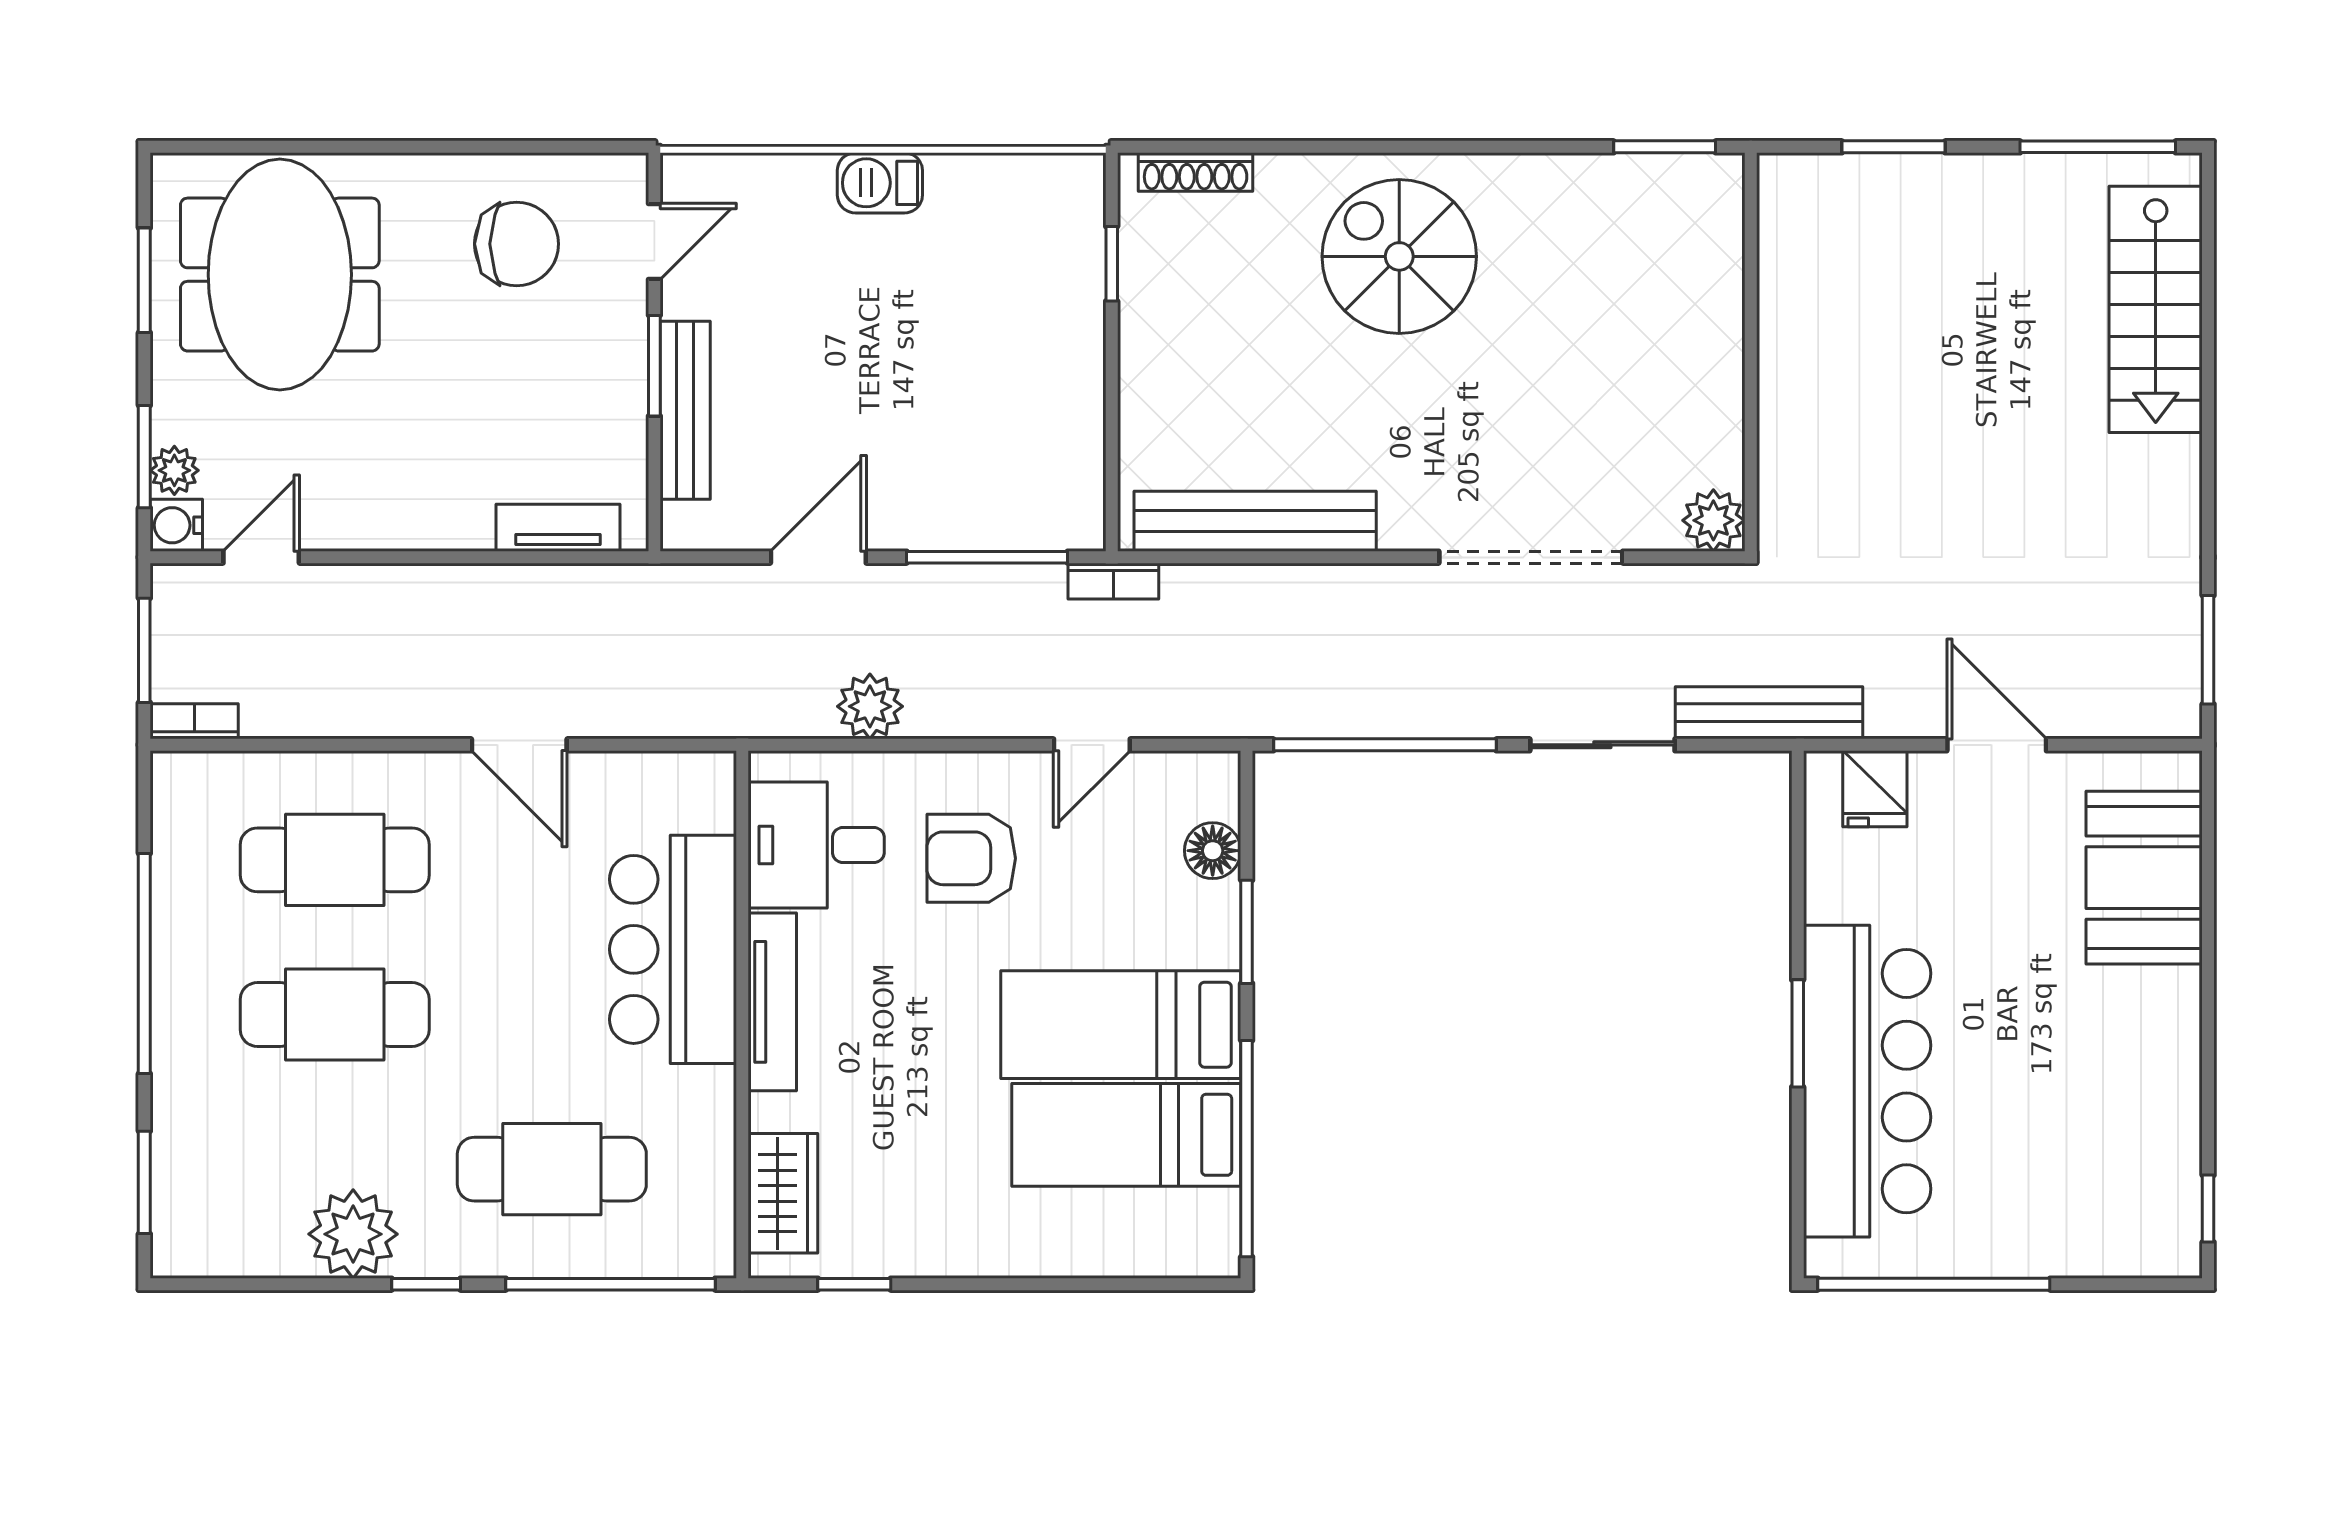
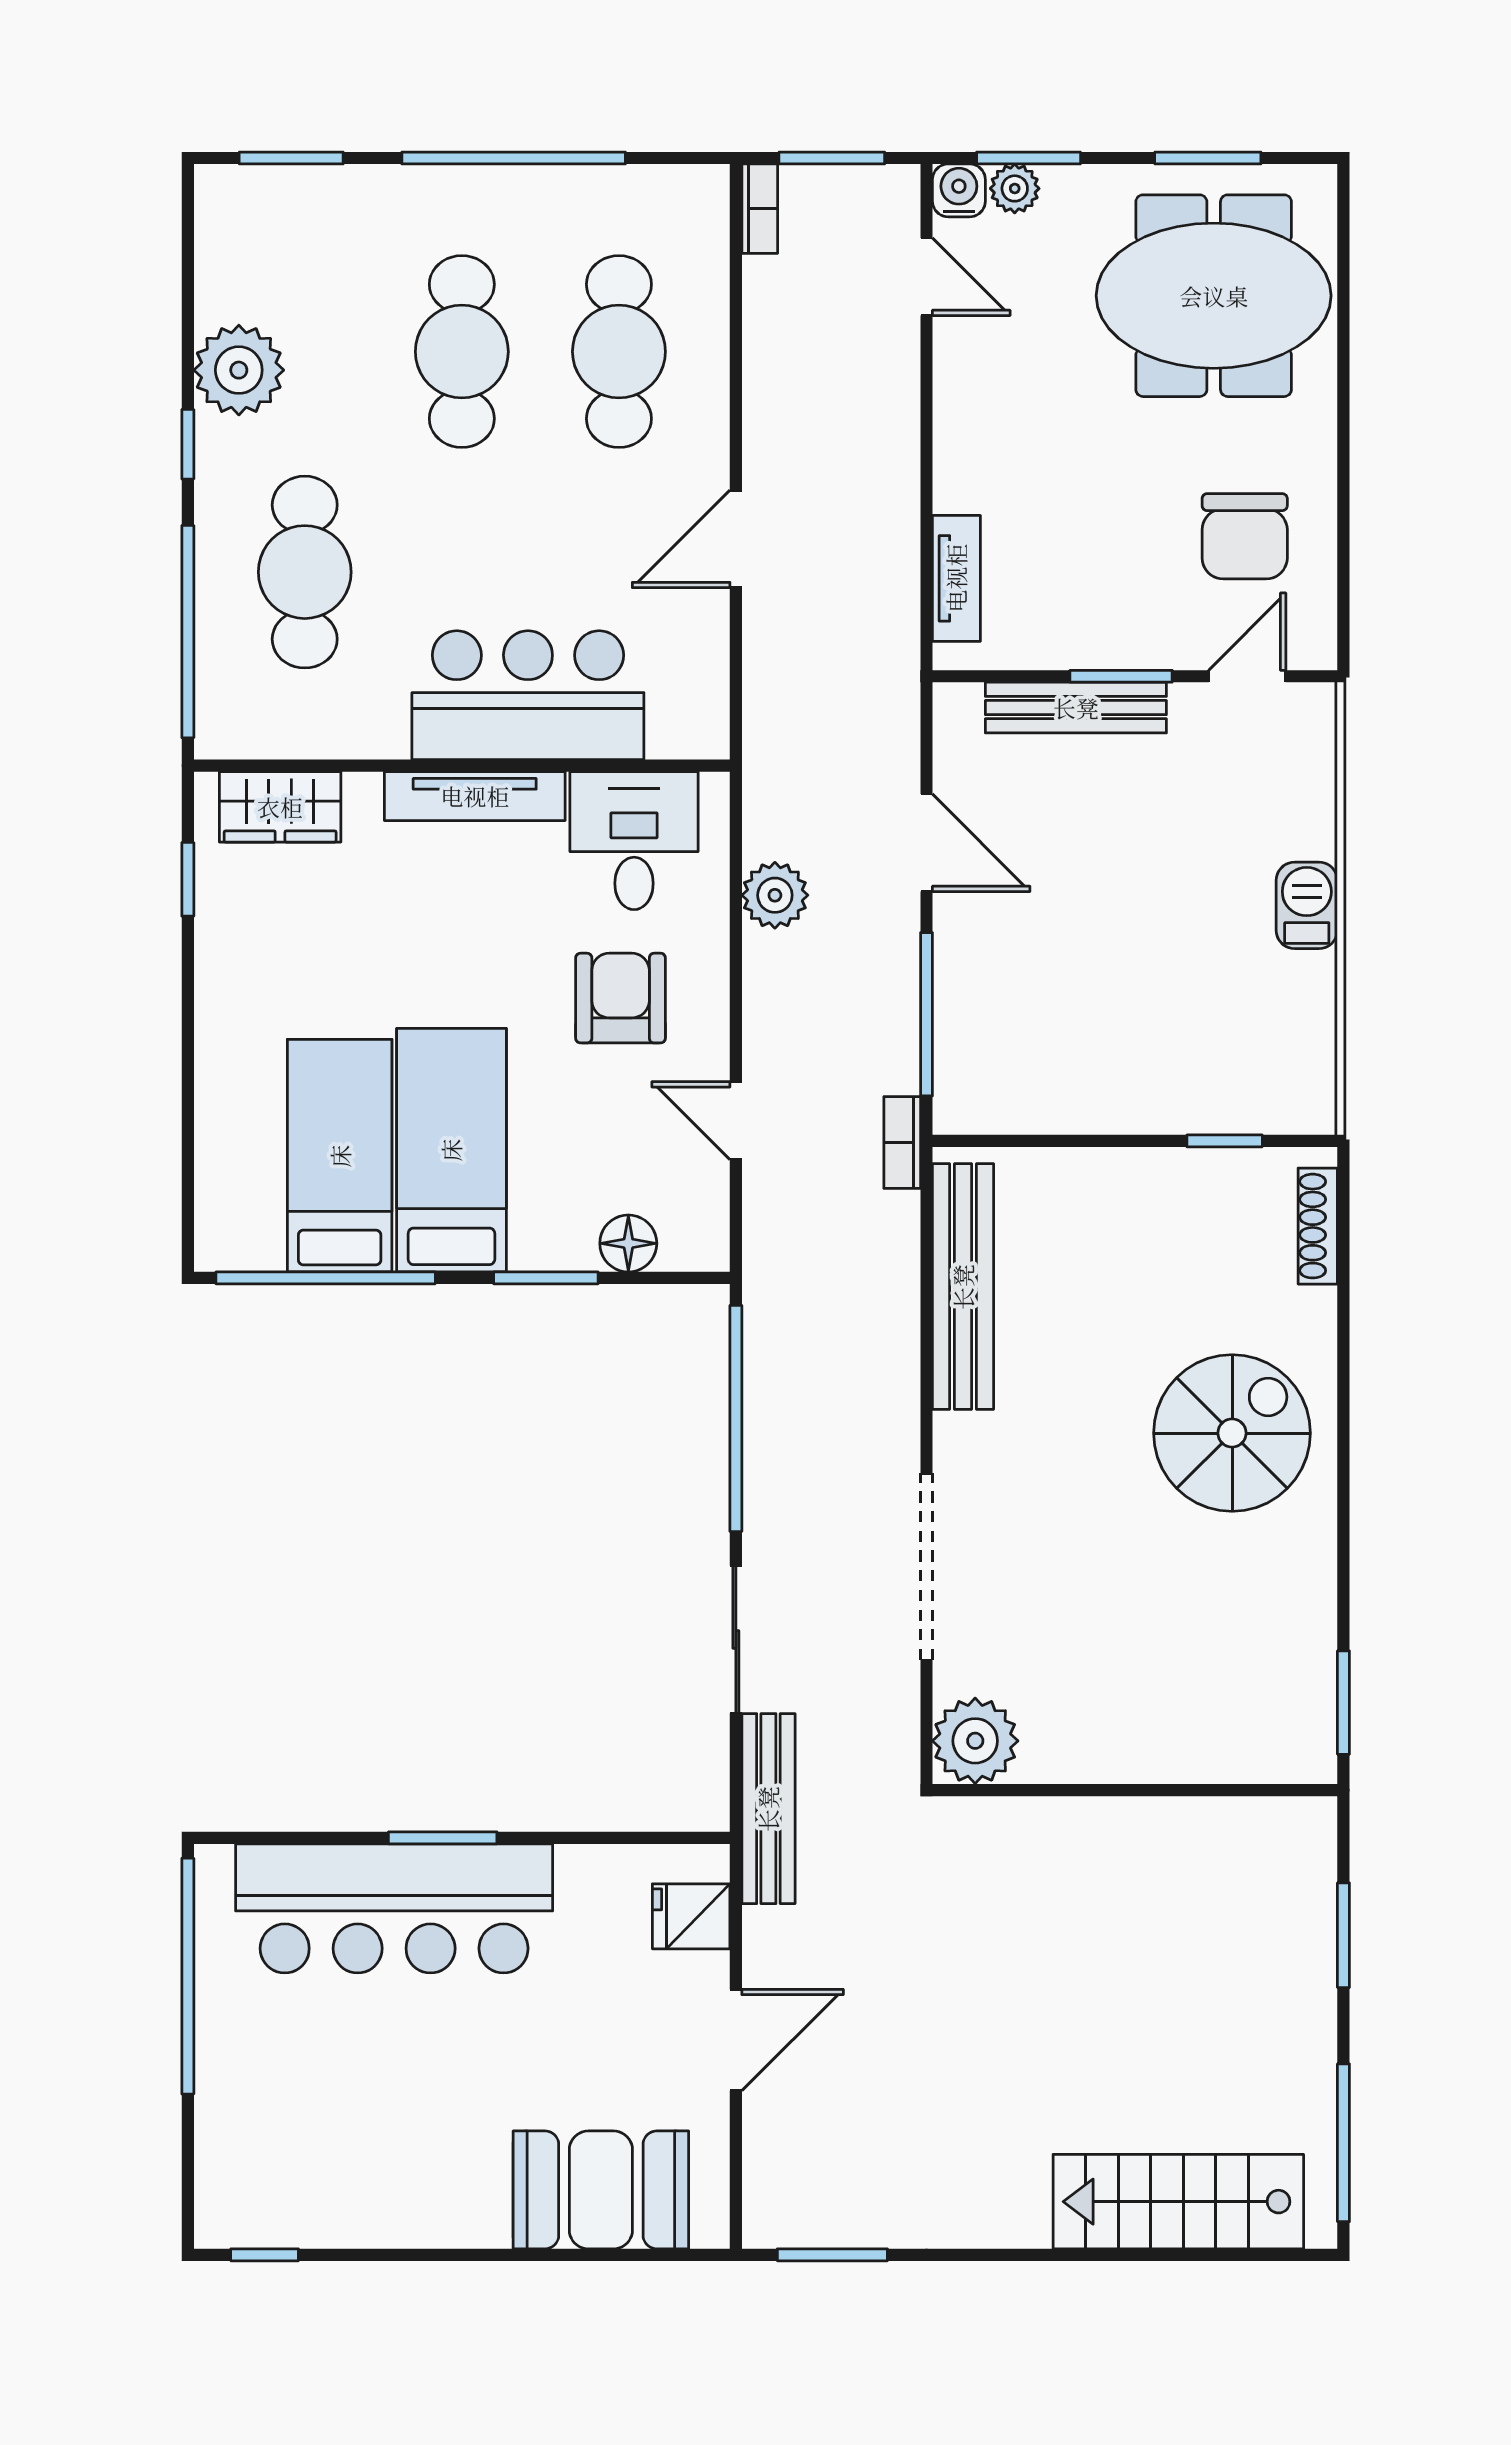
door: (654, 242) -> (1247, 676), swing flipped
plant: (1713, 520) -> (975, 1741), width x1.36, depth x1.36

